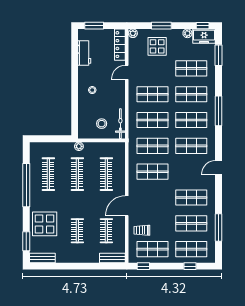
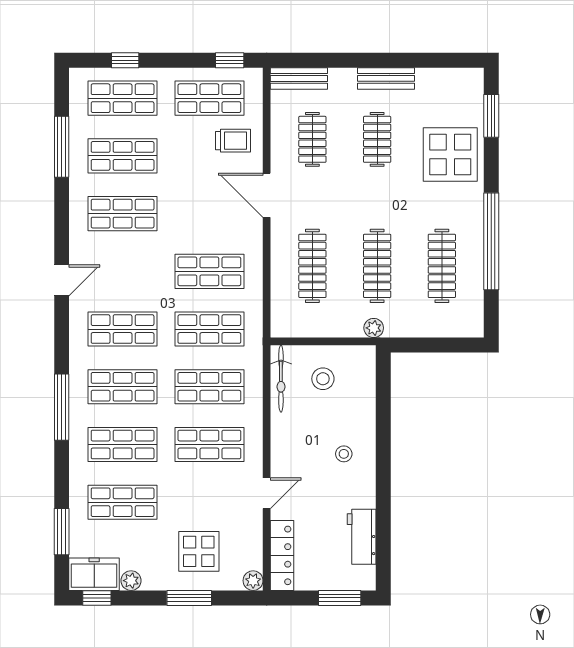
door: (127, 206) -> (267, 195), swing flipped
bench: (42, 258) -> (386, 78), moved

